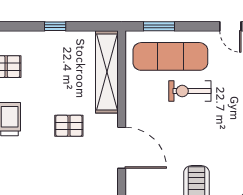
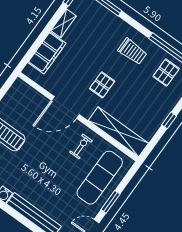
window: (159, 26) -> (110, 202), moved
exercise bike: (190, 91) -> (81, 146), moved, width x0.73, depth x0.72

